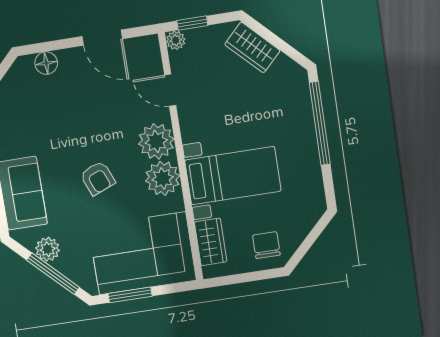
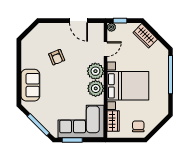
floor lamp: (46, 63) -> (51, 28), removed
door: (170, 90) -> (105, 49), swing flipped
bed with nightstands: (233, 176) -> (128, 86), width x1.36
armchair: (98, 178) -> (57, 57), moved
plant: (48, 249) -> (38, 113), removed

